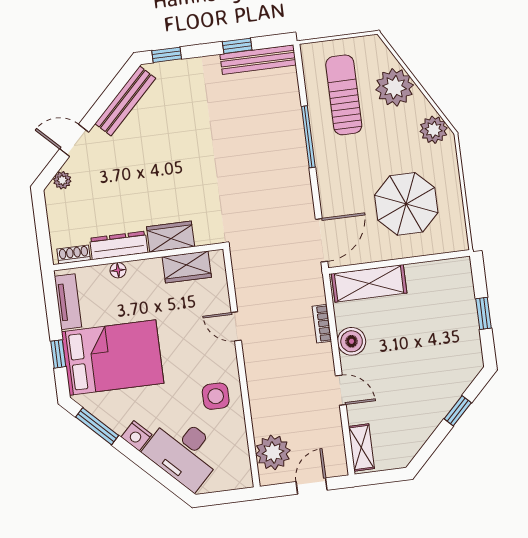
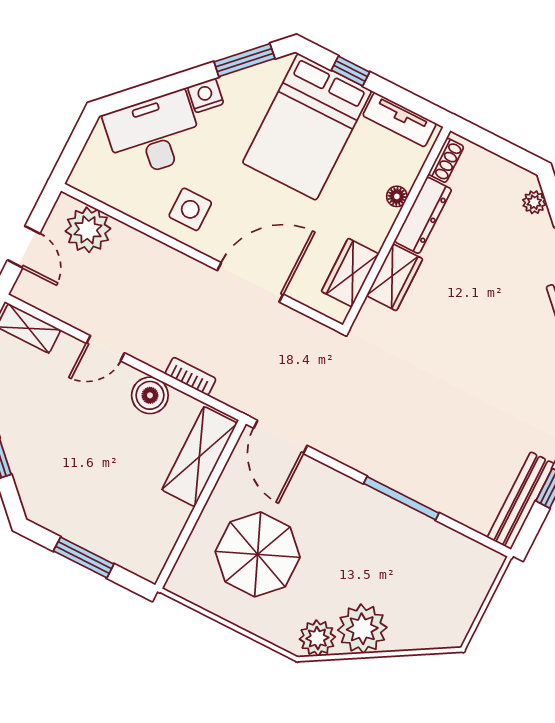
plant: (395, 87) -> (362, 629), moved
sun lounger: (344, 95) -> (420, 567), removed
window: (483, 313) -> (84, 558), width x1.50
door: (236, 326) -> (250, 282), width x1.87

